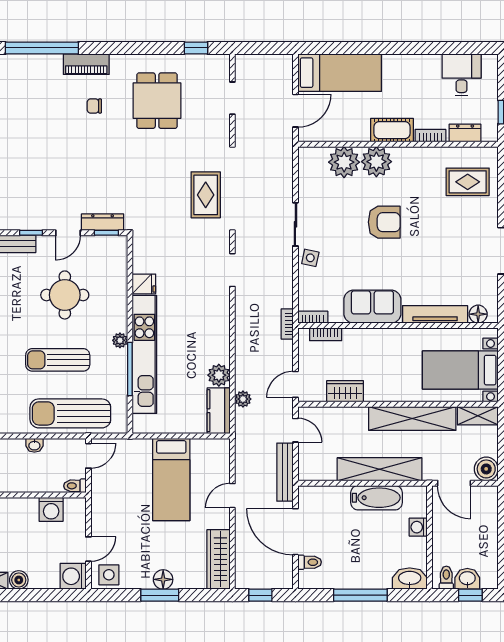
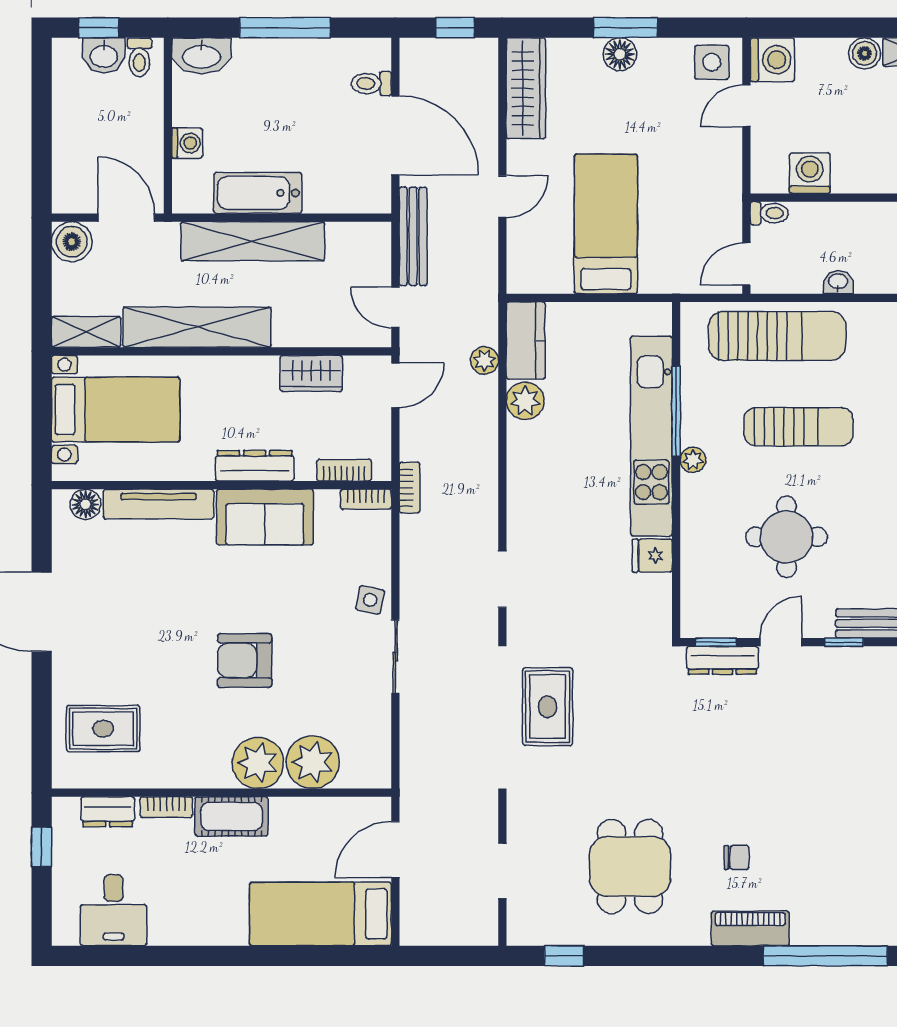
dresser: (378, 337) -> (255, 466), added

